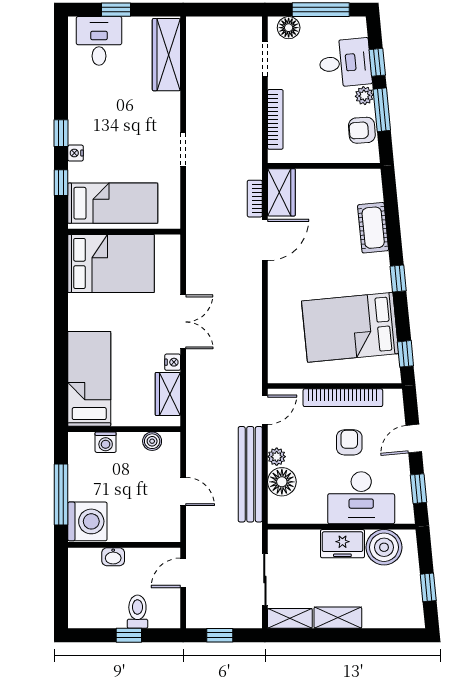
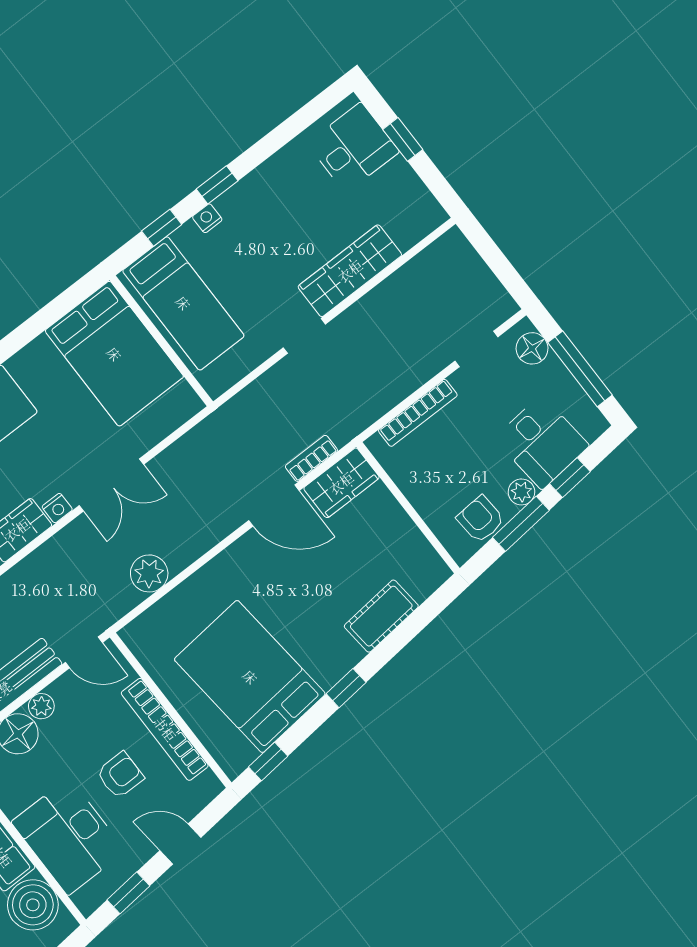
wardrobe: (166, 55) -> (350, 271), moved
plant: (249, 339) -> (149, 573), added

